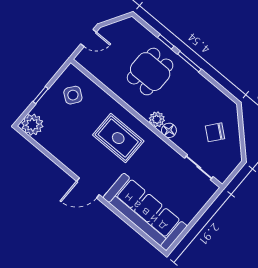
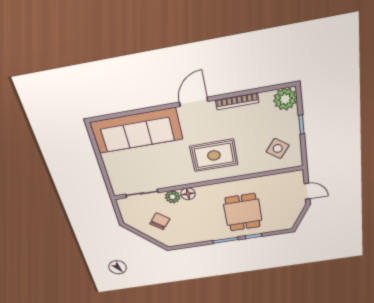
door: (89, 38) -> (307, 191), swing flipped
plant: (157, 119) -> (173, 197), moved
bookcase: (62, 157) -> (237, 101), added

